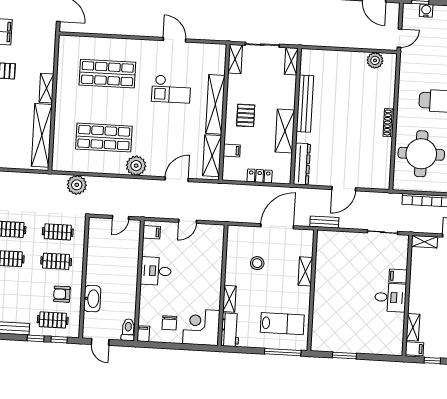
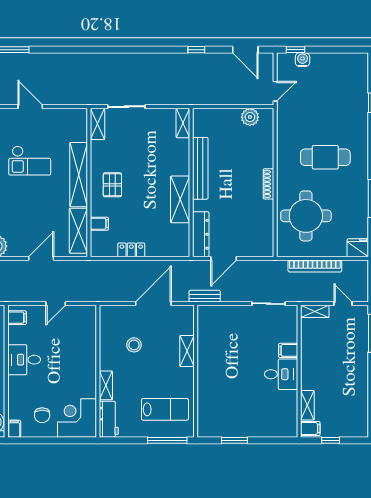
shelving: (291, 61) -> (183, 123), moved
bench: (305, 104) -> (200, 168), moved
wall: (296, 116) -> (191, 183), moved
shelving: (285, 131) -> (180, 199), moved
dresser: (302, 164) -> (201, 234), moved

